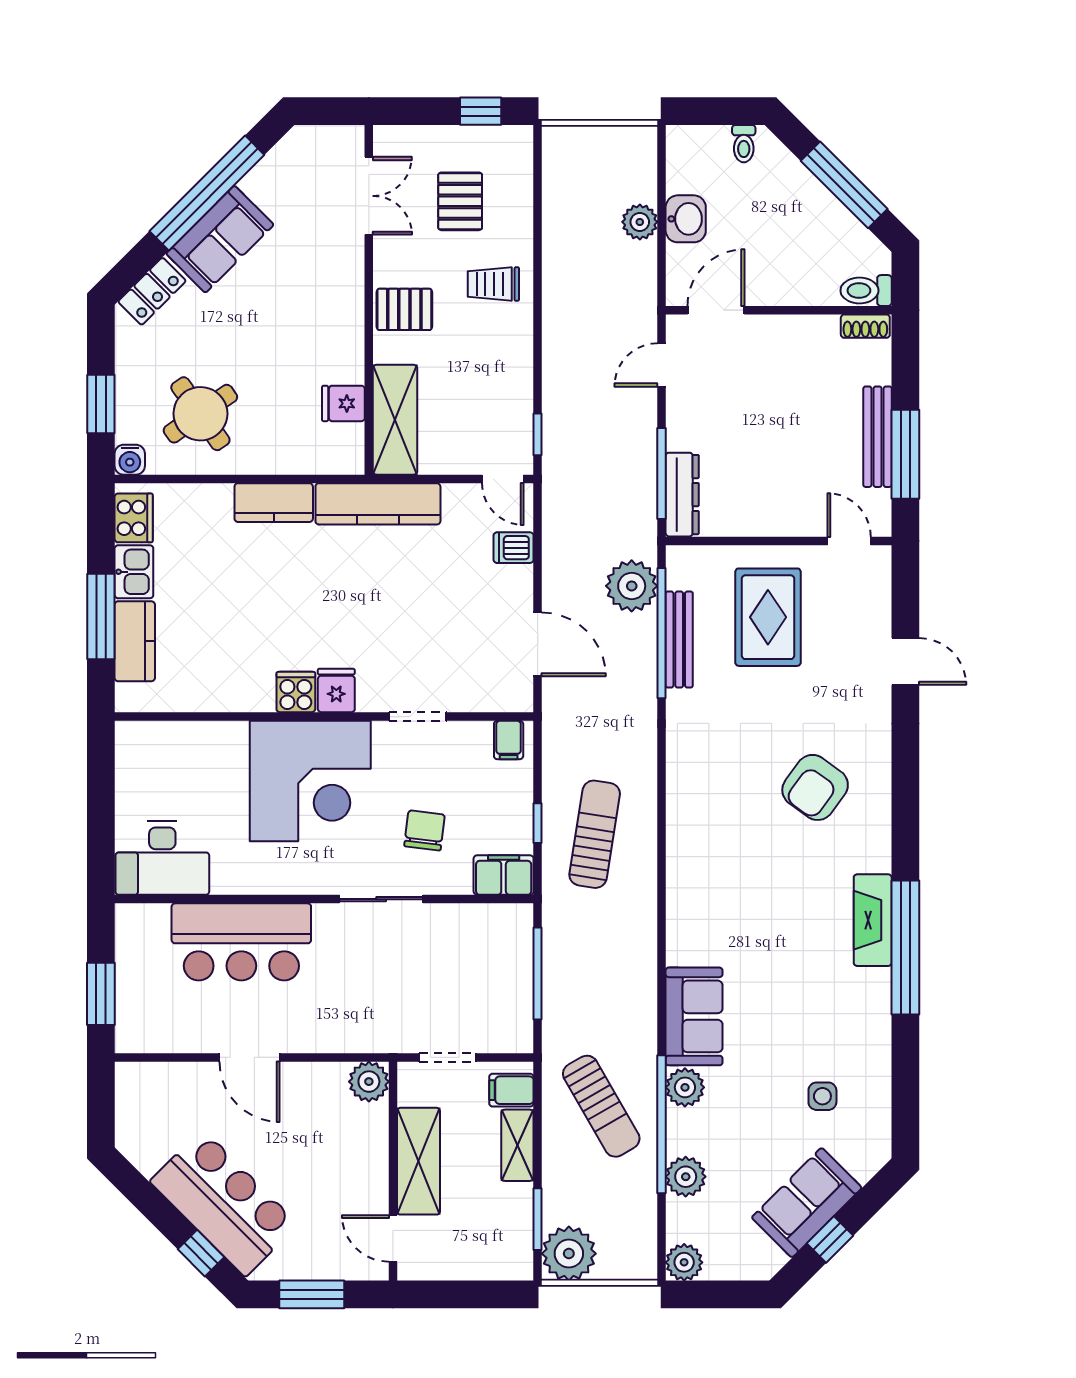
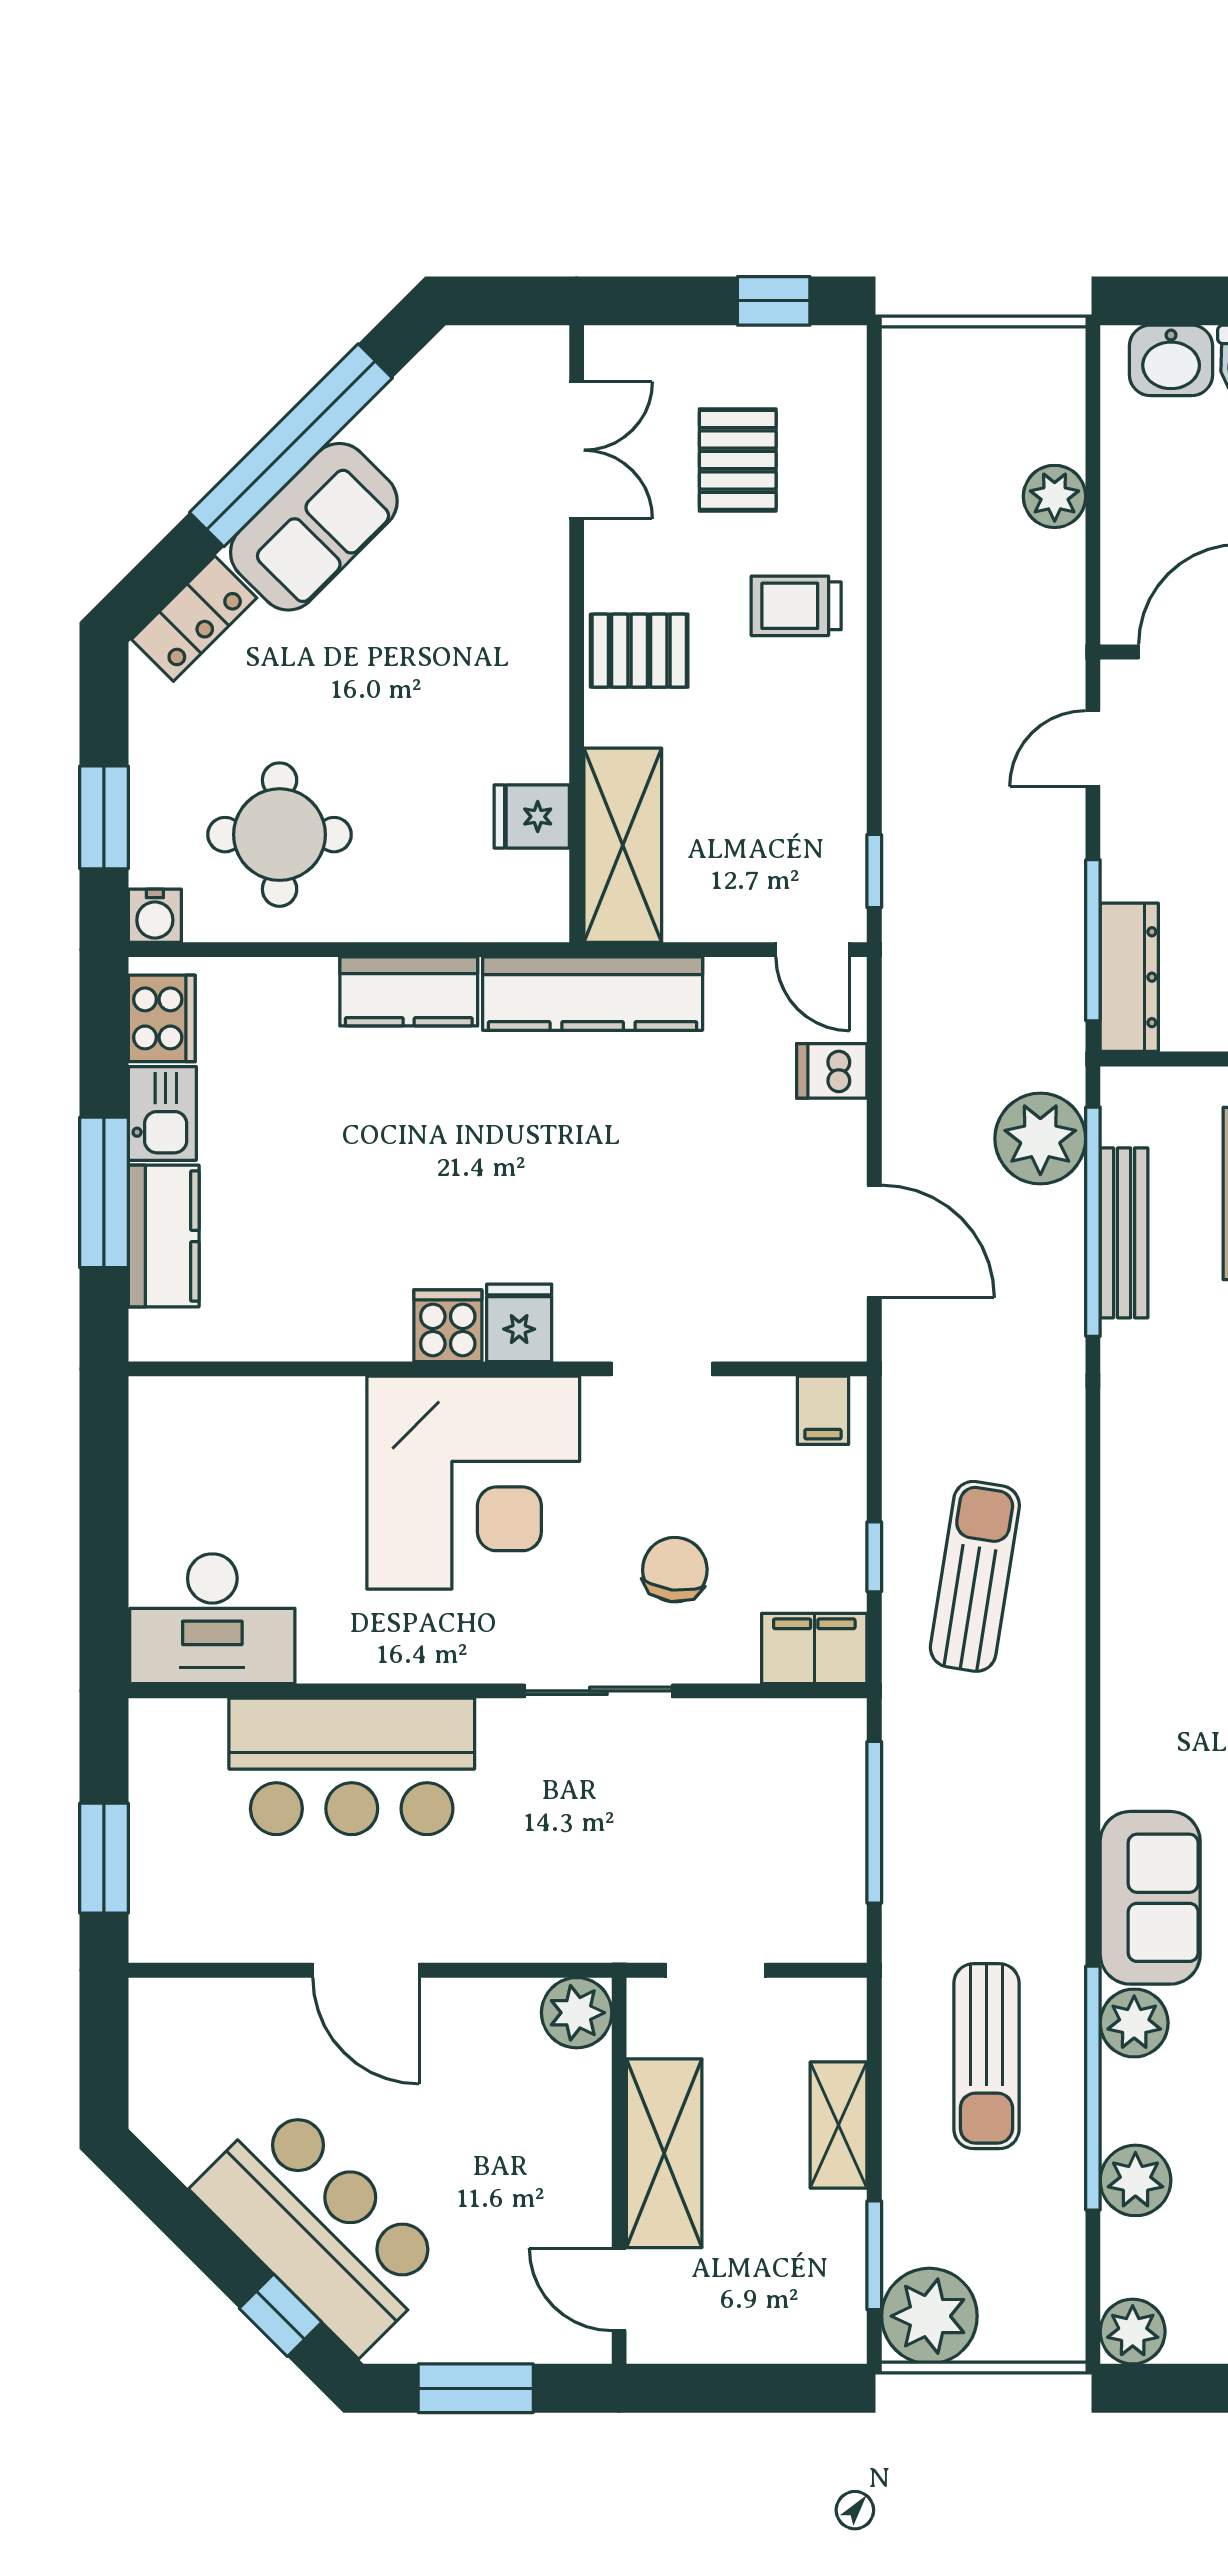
washbasin: (686, 219) -> (1171, 360), moved, turned 90
round table: (200, 414) -> (280, 835), turned 35
filing cabinet: (511, 1090) -> (828, 2028), removed
sun lounger: (601, 1106) -> (986, 2056), turned 30

